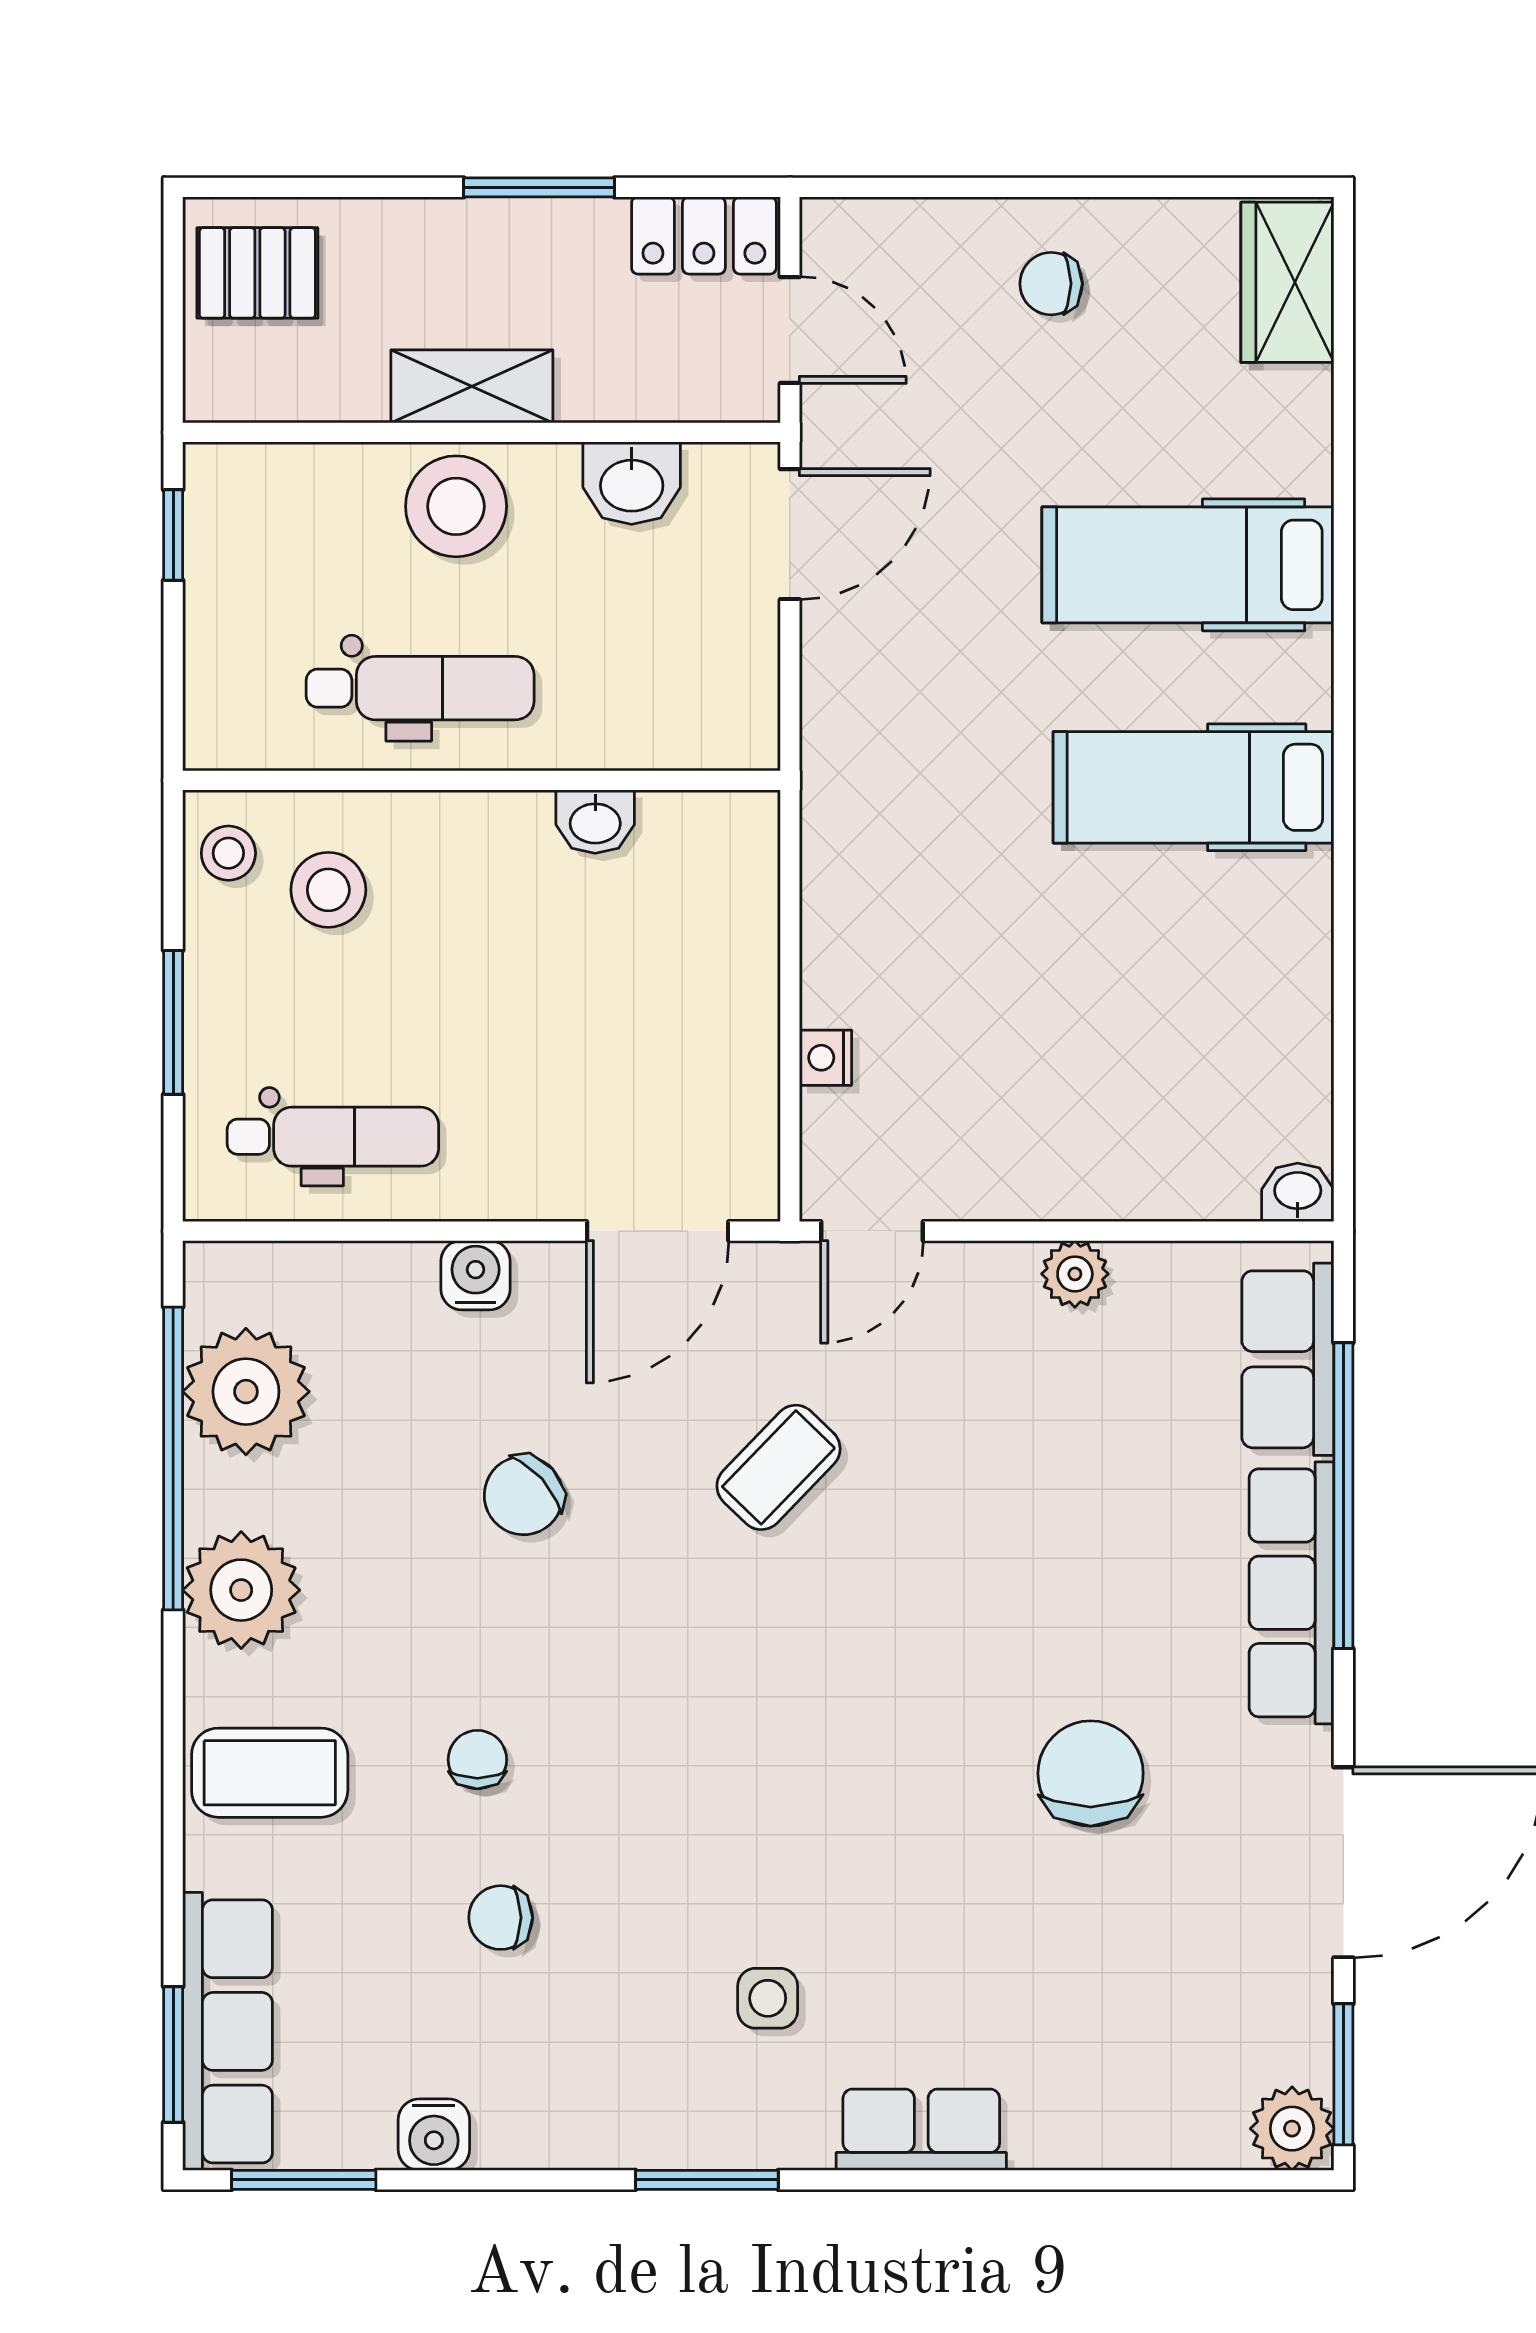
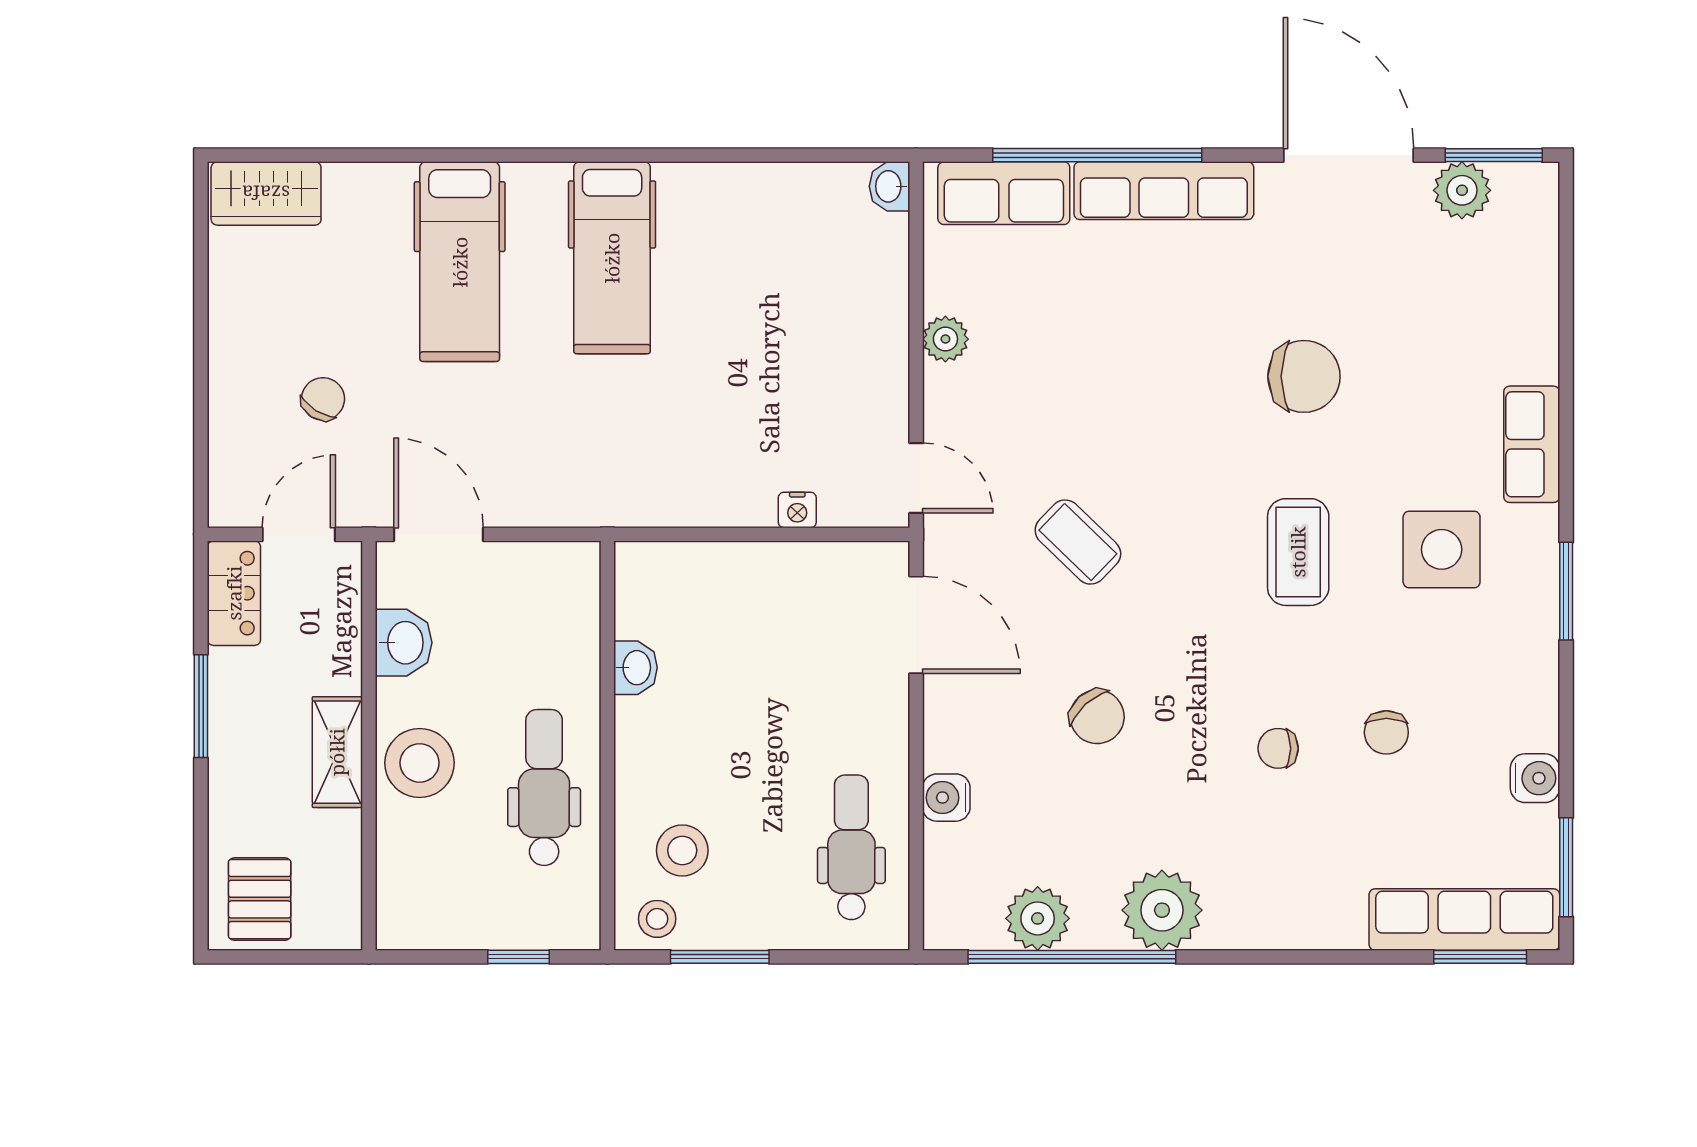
chair: (1051, 284) -> (323, 399), moved, turned -148
window: (173, 535) -> (519, 957), moved
window: (173, 1022) -> (720, 957), moved
water cooler: (476, 1275) -> (946, 798), moved
plant: (246, 1392) -> (1038, 918), width x0.73, depth x0.73
coffee table: (270, 1773) -> (1298, 552), moved
chair: (1091, 1773) -> (1304, 376), moved, turned 180
side table: (768, 1998) -> (1442, 549), width x1.87, depth x1.87
plant: (1292, 2129) -> (1462, 190), moved

